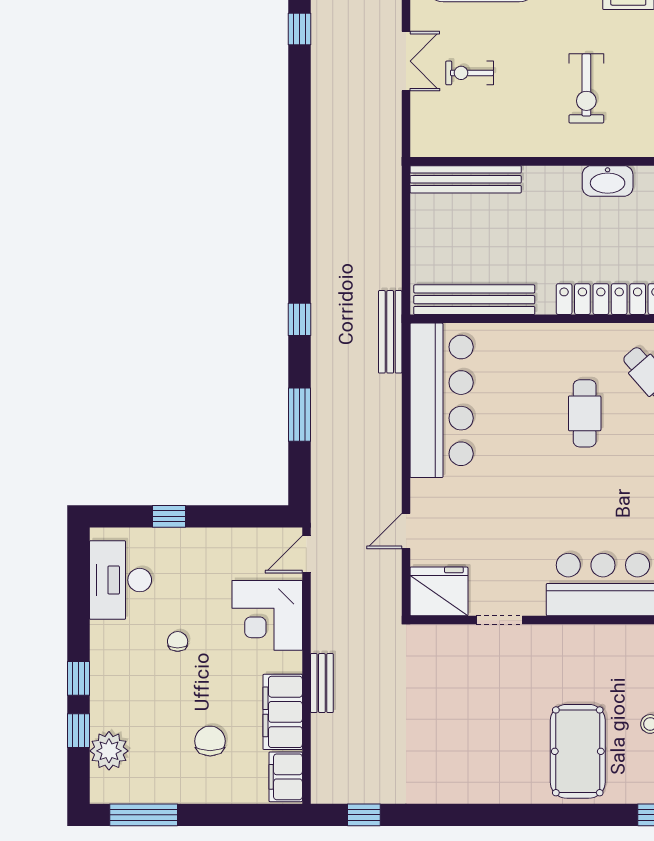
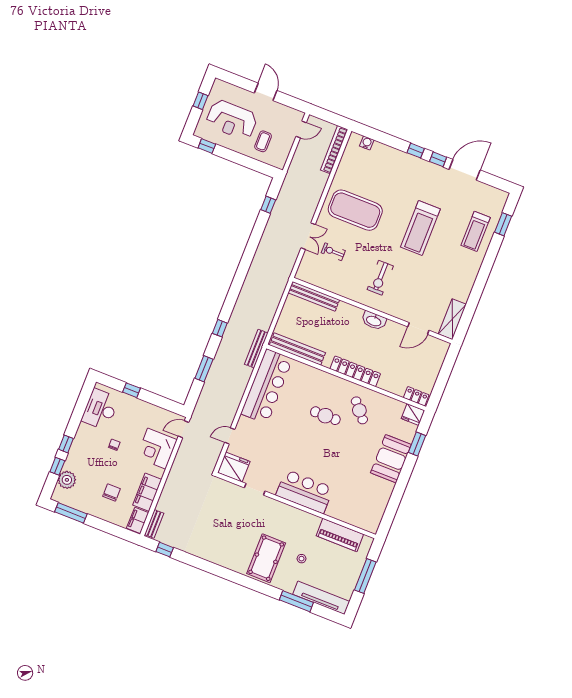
cafe table: (585, 413) -> (325, 416), turned 90
bench: (322, 683) -> (154, 524), moved

